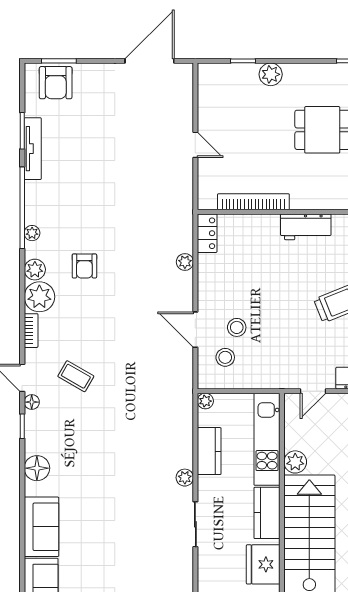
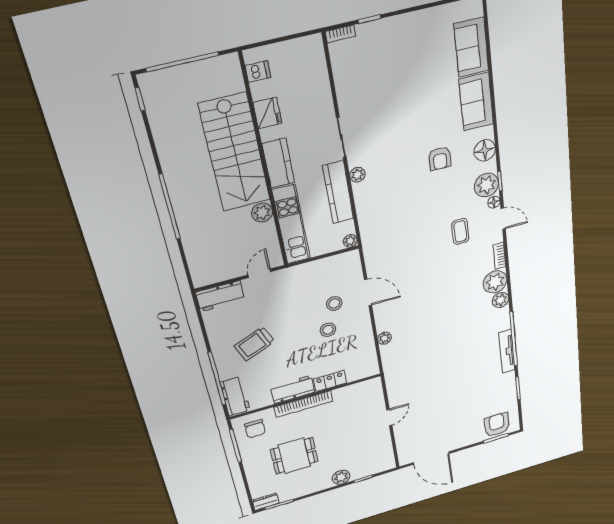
door: (150, 61) -> (431, 458), hinge flipped
door: (195, 145) -> (389, 417), swing flipped
tv unit: (33, 149) -> (507, 351), moved
bookcase: (253, 202) -> (304, 404), moved
plant: (32, 233) -> (486, 185), moved, width x1.88, depth x1.88
locker: (207, 233) -> (330, 381), moved, turned 90
armchair: (84, 266) -> (440, 159), moved, turned 180
stool: (225, 357) -> (328, 330), moved
coffee table: (76, 376) -> (460, 231), turned 60
kitchen counter: (209, 451) -> (338, 192), width x1.50
fridge: (263, 564) -> (267, 113), width x0.73, depth x0.75

